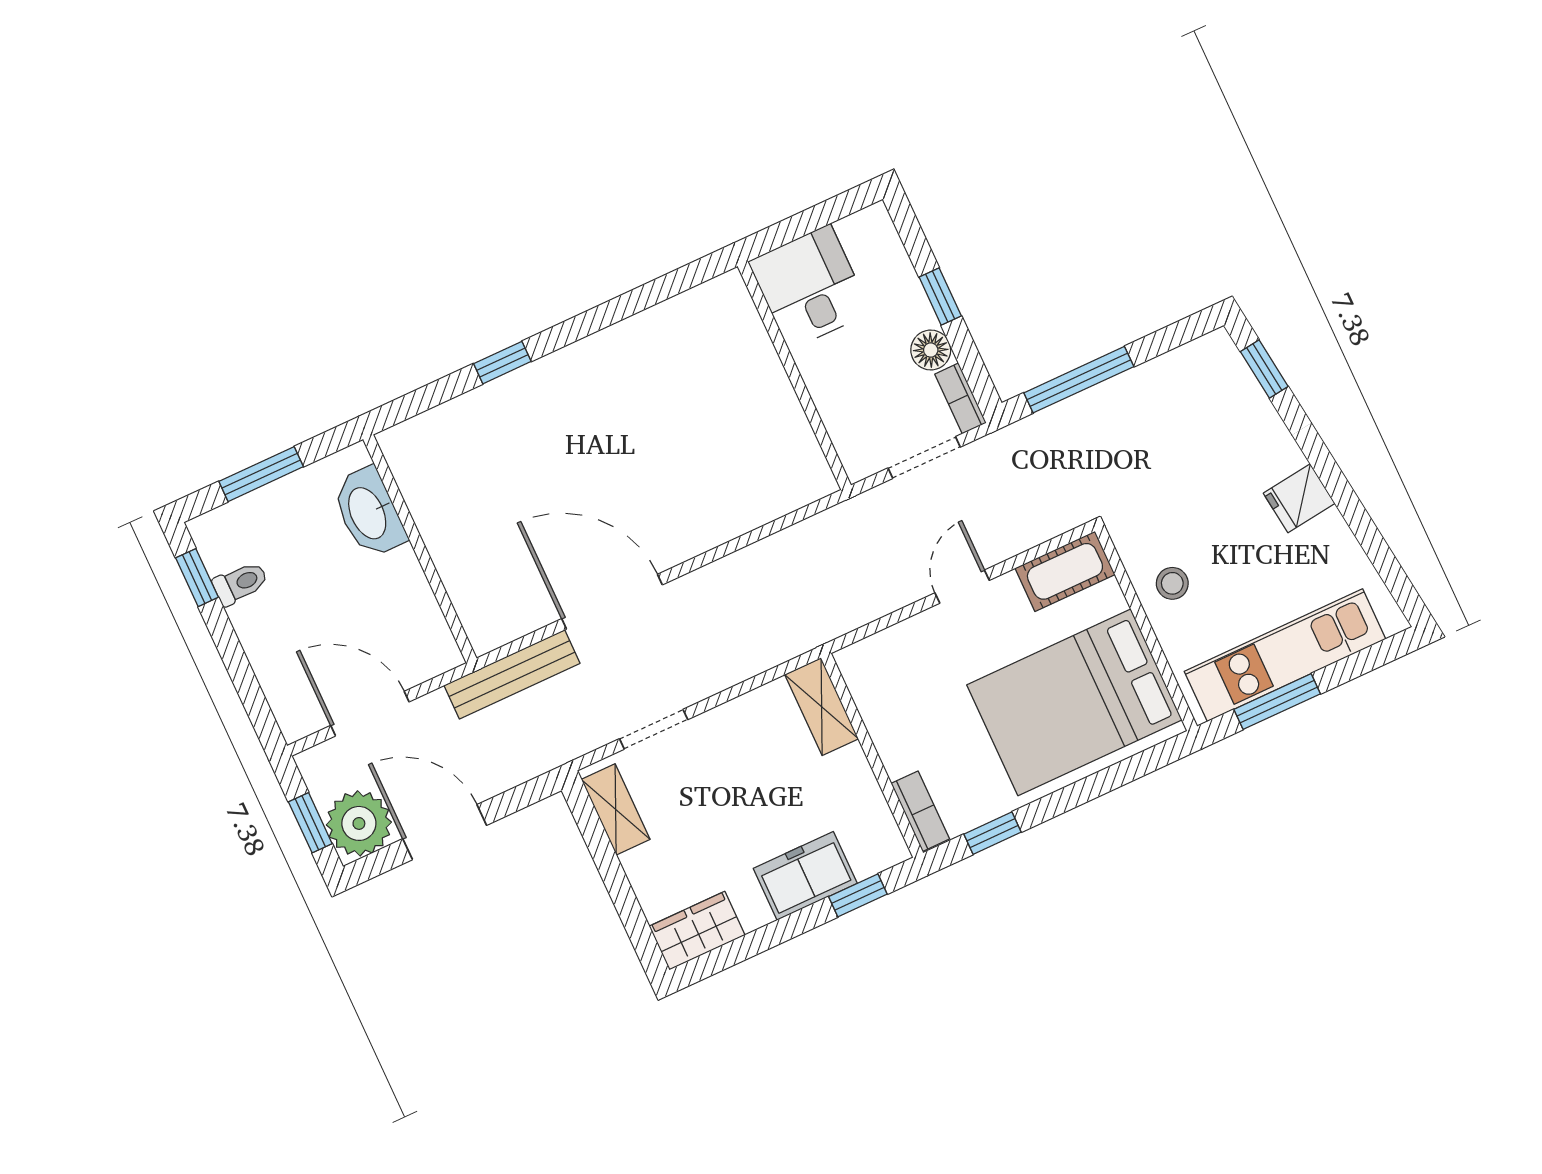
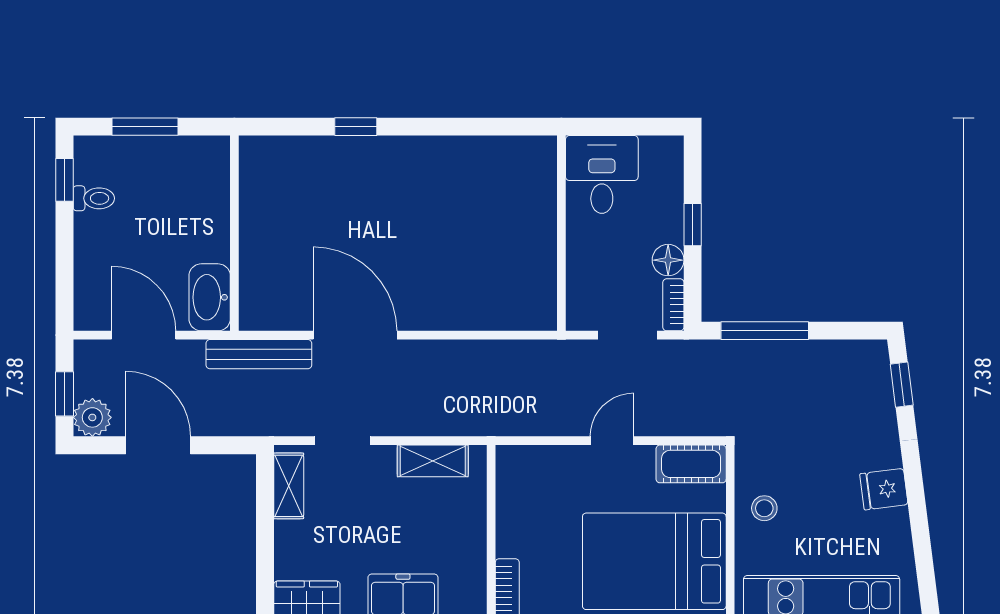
washbasin: (369, 513) -> (210, 297), moved
shelving: (822, 707) -> (433, 461), moved, turned 90
plant: (359, 823) -> (92, 417), width x0.73, depth x0.73

